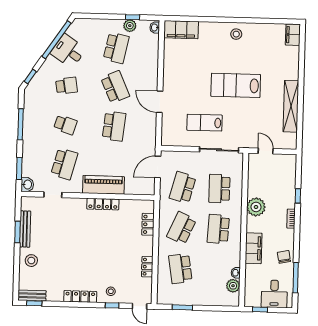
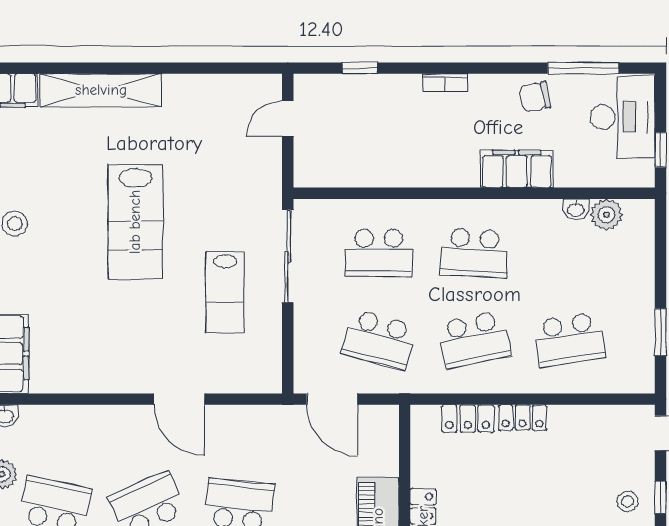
door: (160, 102) -> (179, 399), hinge flipped
shelving: (291, 106) -> (101, 90), moved
door: (266, 151) -> (288, 119), moved
window: (298, 196) -> (360, 68), moved
plant: (256, 207) -> (420, 166), removed
school desk: (181, 228) -> (474, 340), turned -36
locker: (147, 267) -> (523, 418), moved
desk: (274, 294) -> (623, 117), width x1.37

